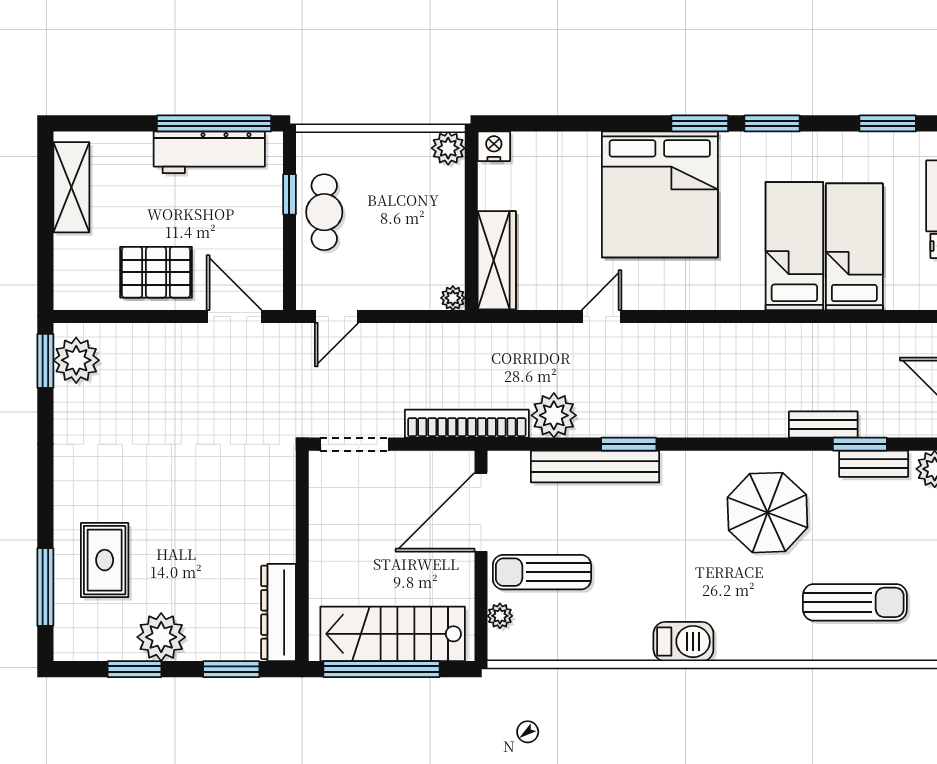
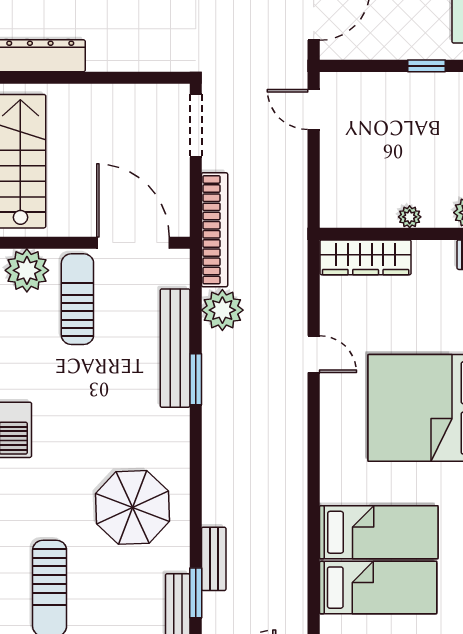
cafe table: (324, 212) -> (410, 98), removed
plant: (453, 298) -> (410, 217), moved
plant: (500, 616) -> (27, 270), width x1.88, depth x1.88

